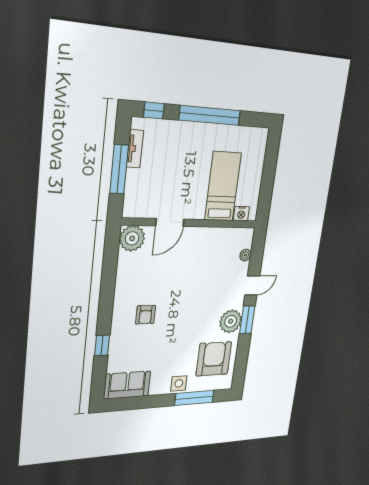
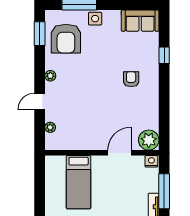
nightstand: (241, 214) -> (151, 161), moved
window: (247, 320) -> (40, 34), moved
plant: (231, 321) -> (50, 76), width x0.53, depth x0.53

